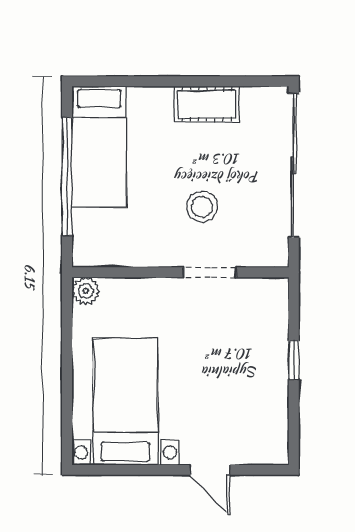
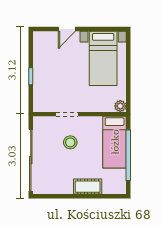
cot: (207, 104) -> (88, 187), moved
bed: (99, 147) -> (115, 142), moved, turned 180
door: (210, 470) -> (67, 29), swing flipped

